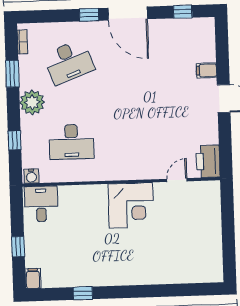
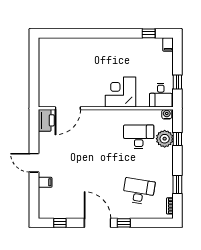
desk: (69, 62) -> (139, 191), turned 30
plant: (32, 102) -> (165, 139), moved
door: (177, 180) -> (68, 108), width x1.87
corner desk: (131, 205) -> (120, 92), moved
window: (18, 247) -> (177, 82), moved
window: (83, 293) -> (149, 33), moved

